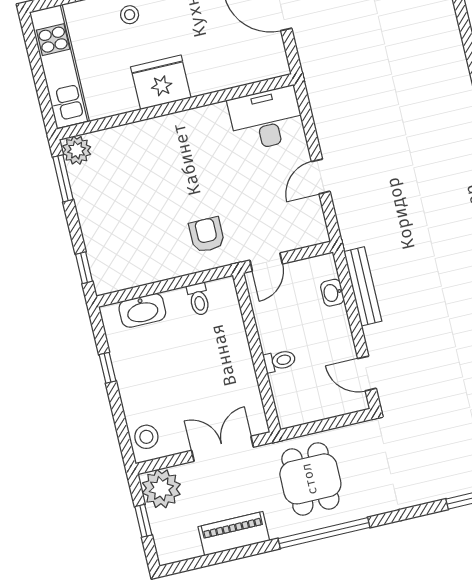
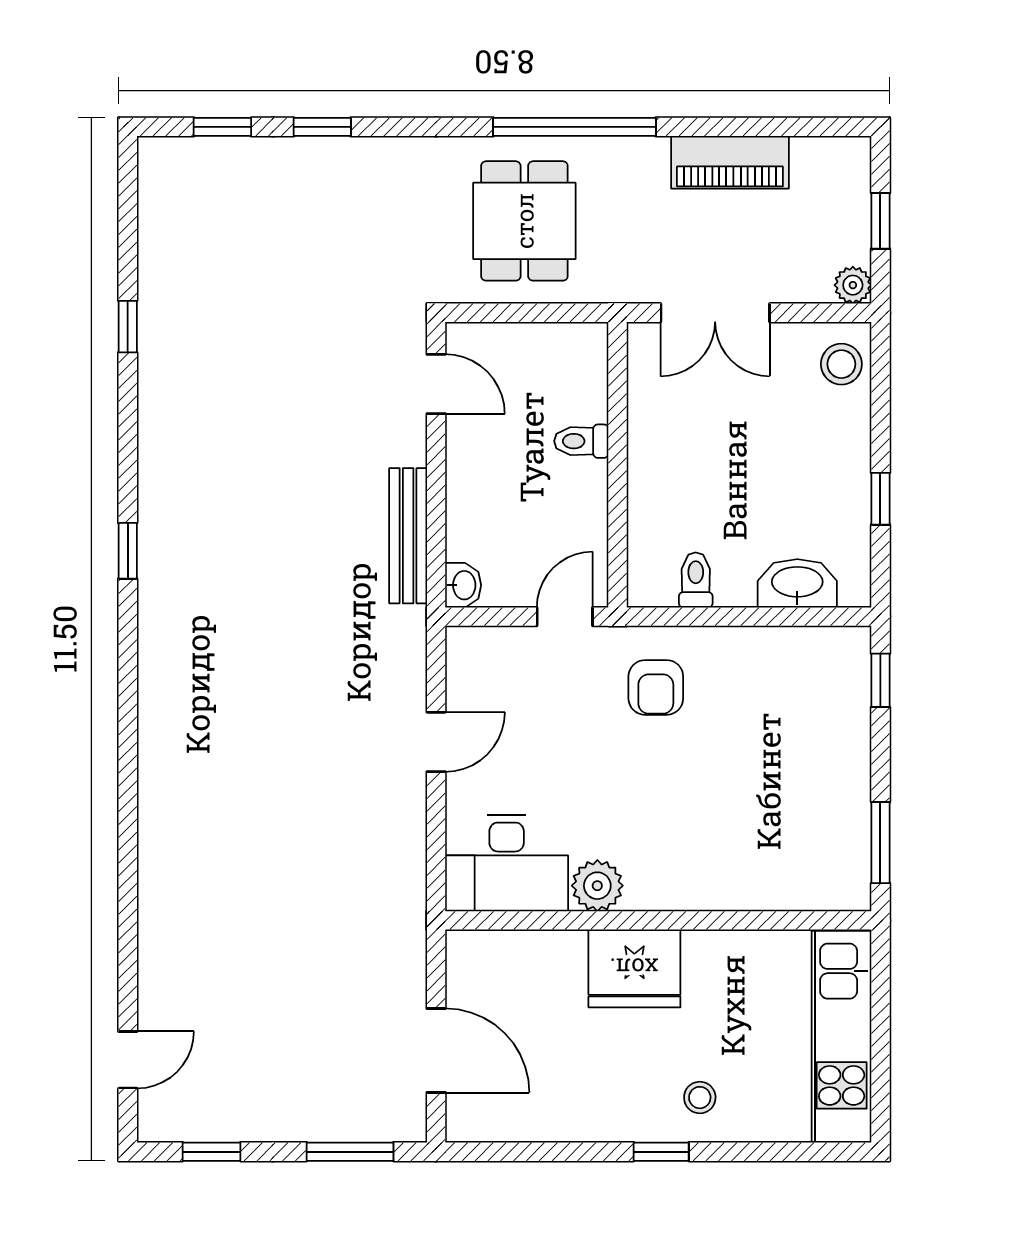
fridge: (161, 82) -> (634, 968), moved
plant: (77, 150) -> (597, 886), moved
washbasin: (332, 293) -> (463, 585), moved
dining table: (310, 479) -> (524, 221), moved
plant: (161, 489) -> (853, 285), width x0.53, depth x0.53

